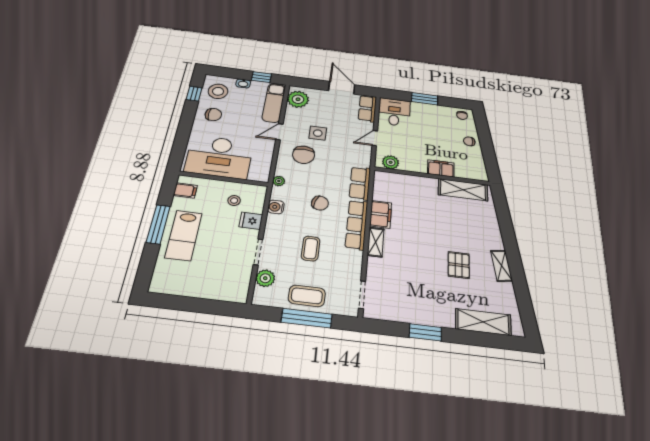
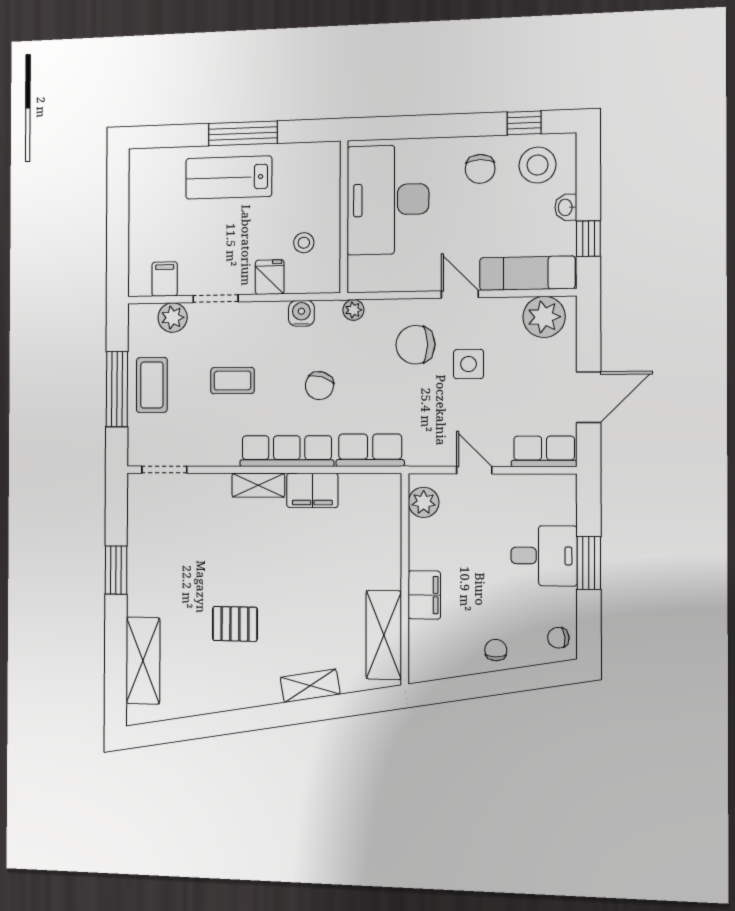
desk: (394, 112) -> (544, 556), moved
filing cabinet: (185, 190) -> (165, 279), moved, turned 180
shelving: (502, 266) -> (310, 686), moved

